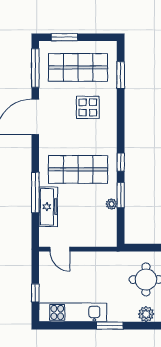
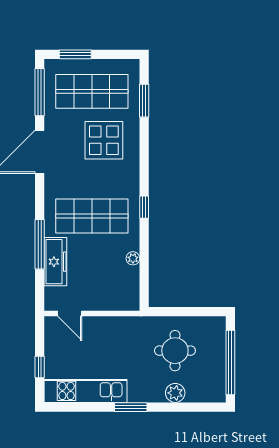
display table: (88, 107) -> (104, 140), width x1.36, depth x1.36
window: (121, 195) -> (144, 248), removed

